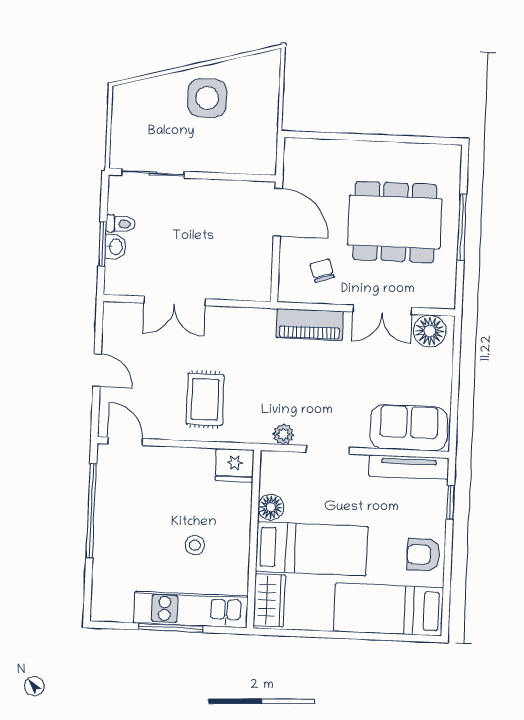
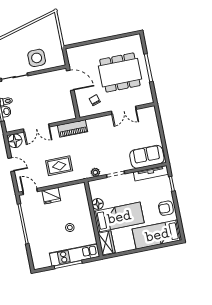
side table: (207, 98) -> (37, 58), moved
piano: (310, 325) -> (73, 128), moved
floor lamp: (430, 331) -> (15, 141), moved
rug: (205, 399) -> (59, 166), turned 90
fridge: (235, 465) -> (51, 196), moved

